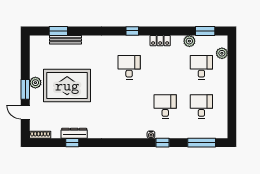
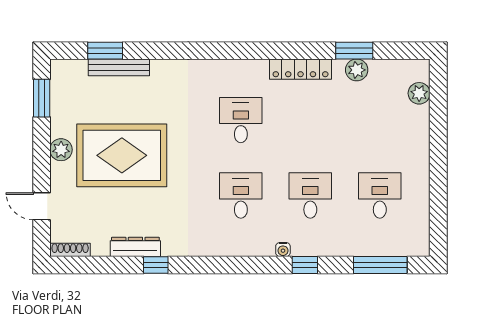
window: (132, 31) -> (247, 51), removed
window: (205, 31) -> (354, 51), moved
locker: (160, 41) -> (301, 69), width x1.53
desk: (201, 67) -> (241, 195), moved
window: (25, 89) -> (42, 98), moved
window: (72, 143) -> (156, 265), moved

